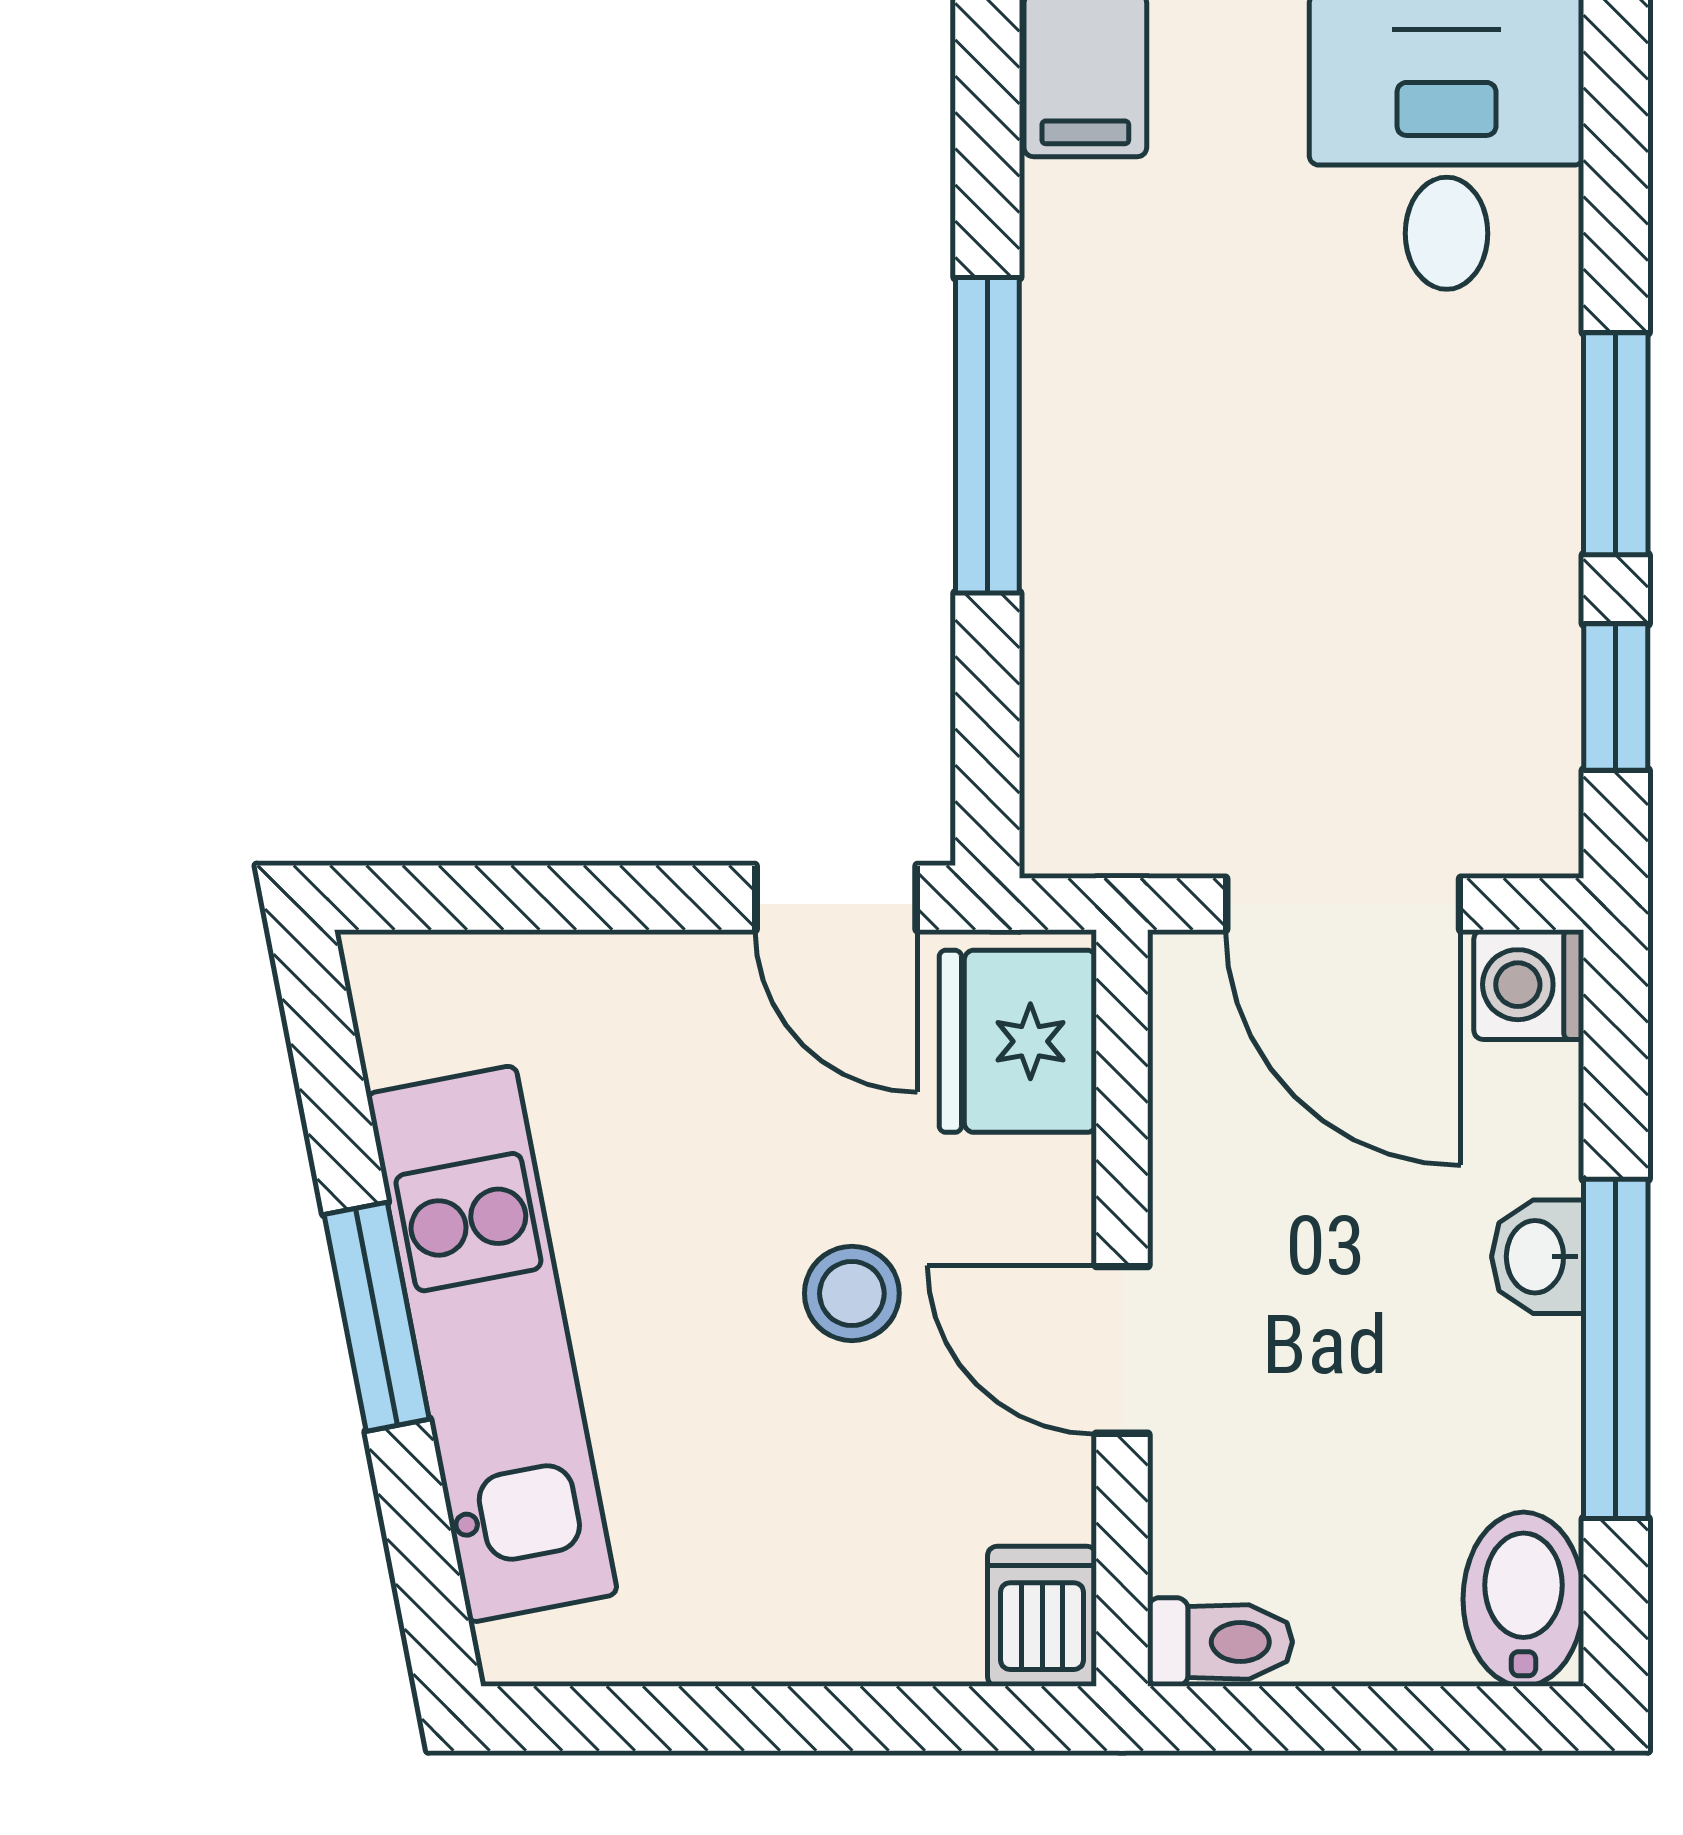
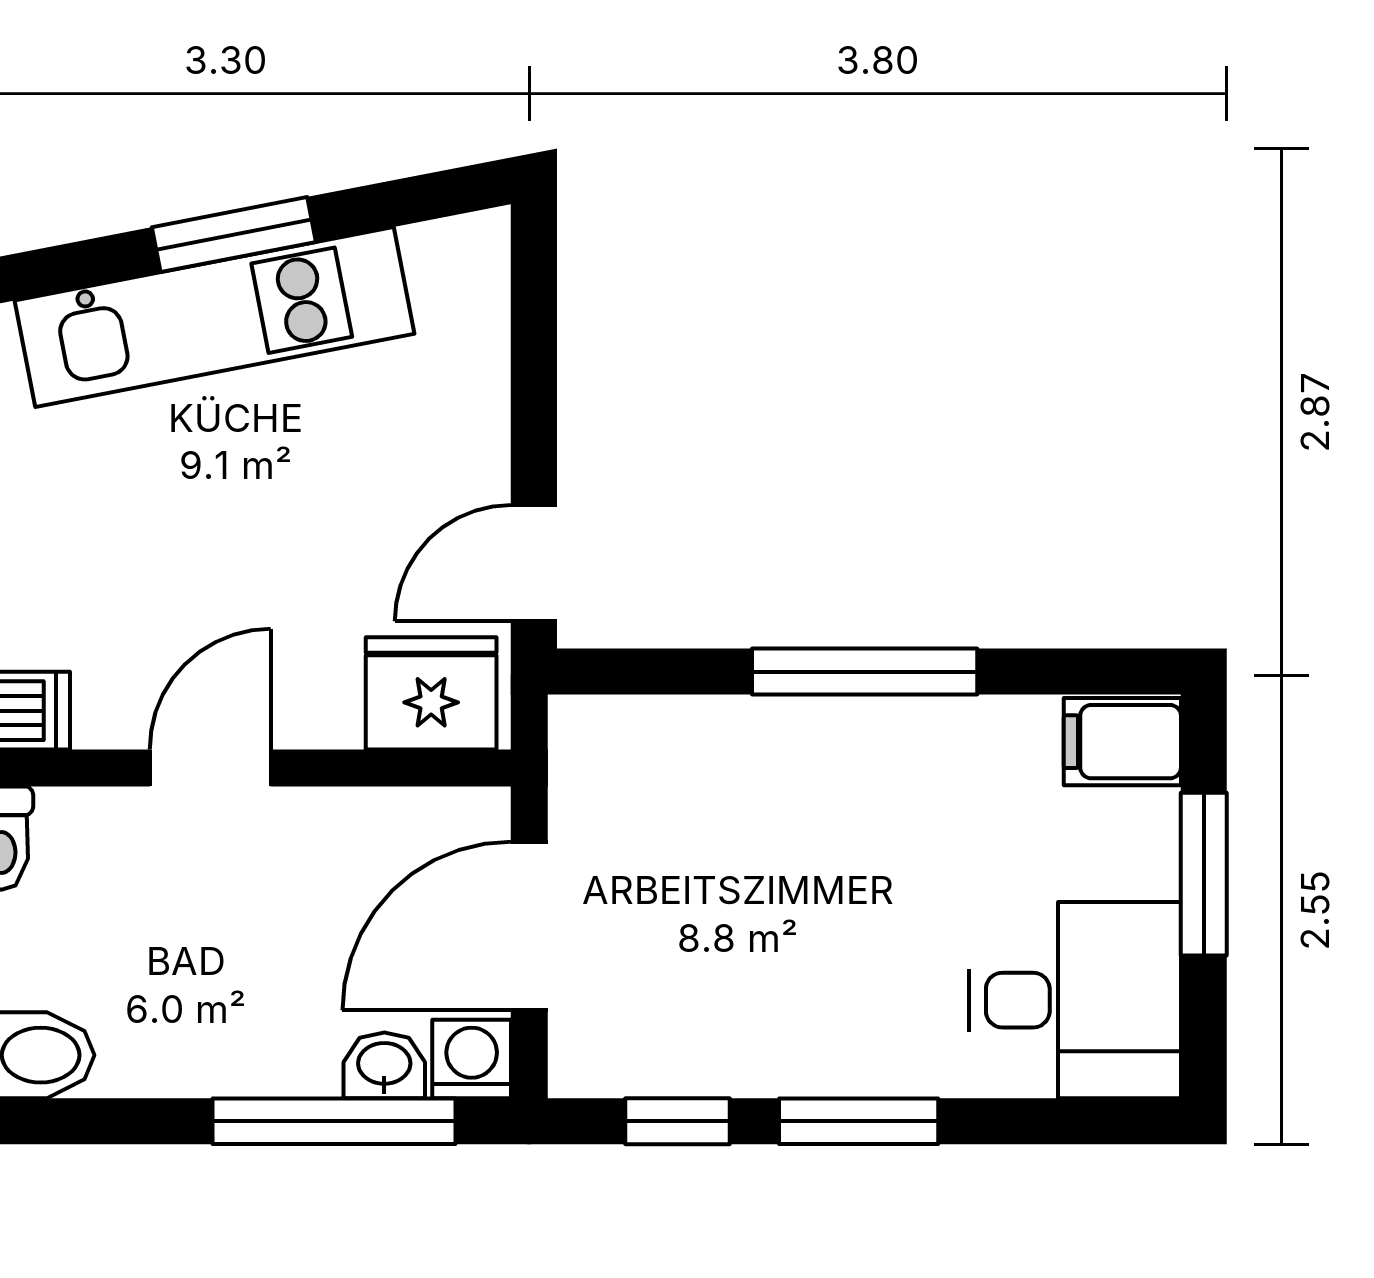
washbasin: (1538, 1257) -> (384, 1065), moved
stool: (852, 1293) -> (251, 575), removed
window: (1616, 1349) -> (334, 1121), moved

